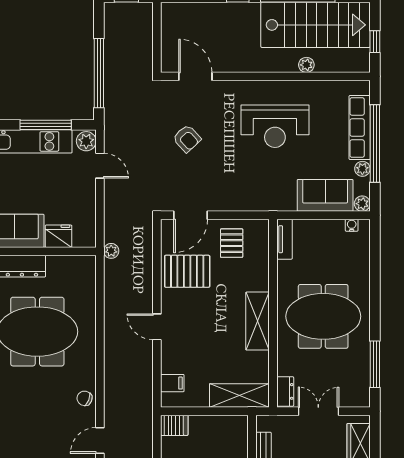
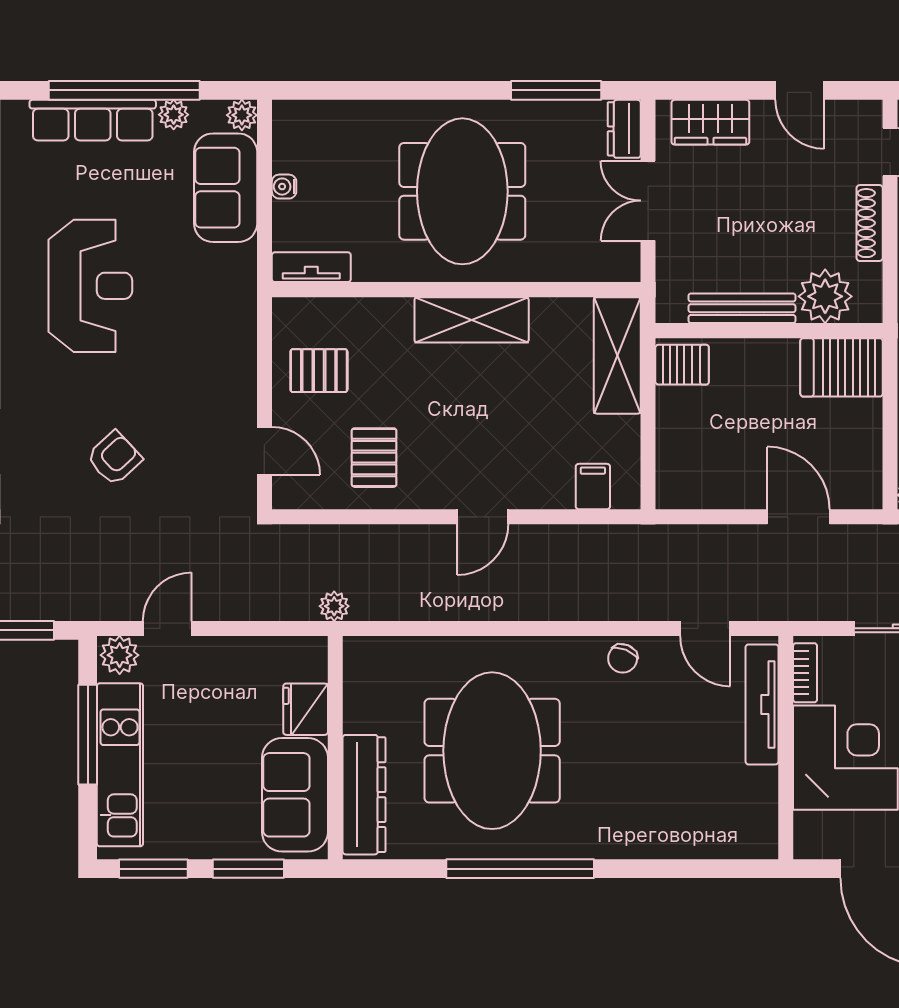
door: (191, 215) -> (264, 451), width x0.73
water cooler: (352, 225) -> (284, 187), moved
pallet: (187, 271) -> (374, 458), width x0.67, depth x0.71
dresser: (285, 391) -> (624, 129), moved, turned -90
server rack: (174, 425) -> (682, 365), moved, turned 90

